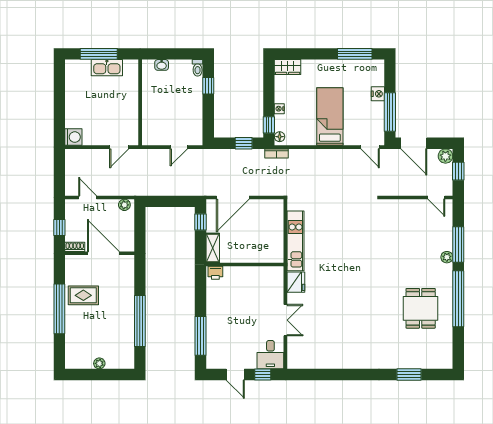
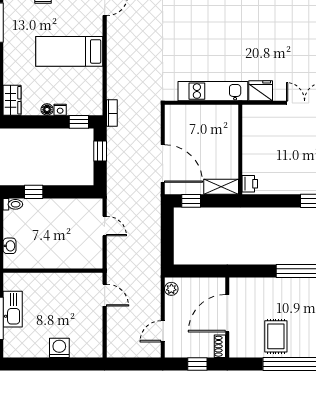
washing machine: (73, 137) -> (59, 348), moved
floor lamp: (280, 137) -> (47, 109), moved

